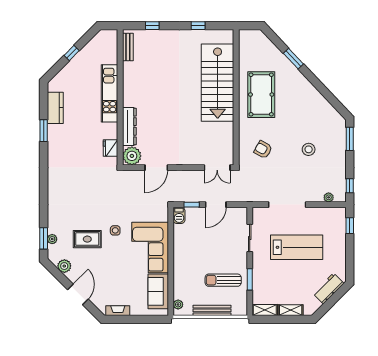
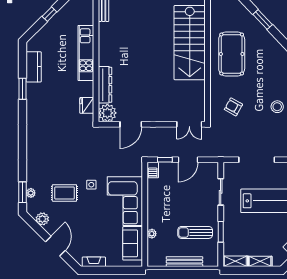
plant: (178, 304) -> (152, 234), moved

